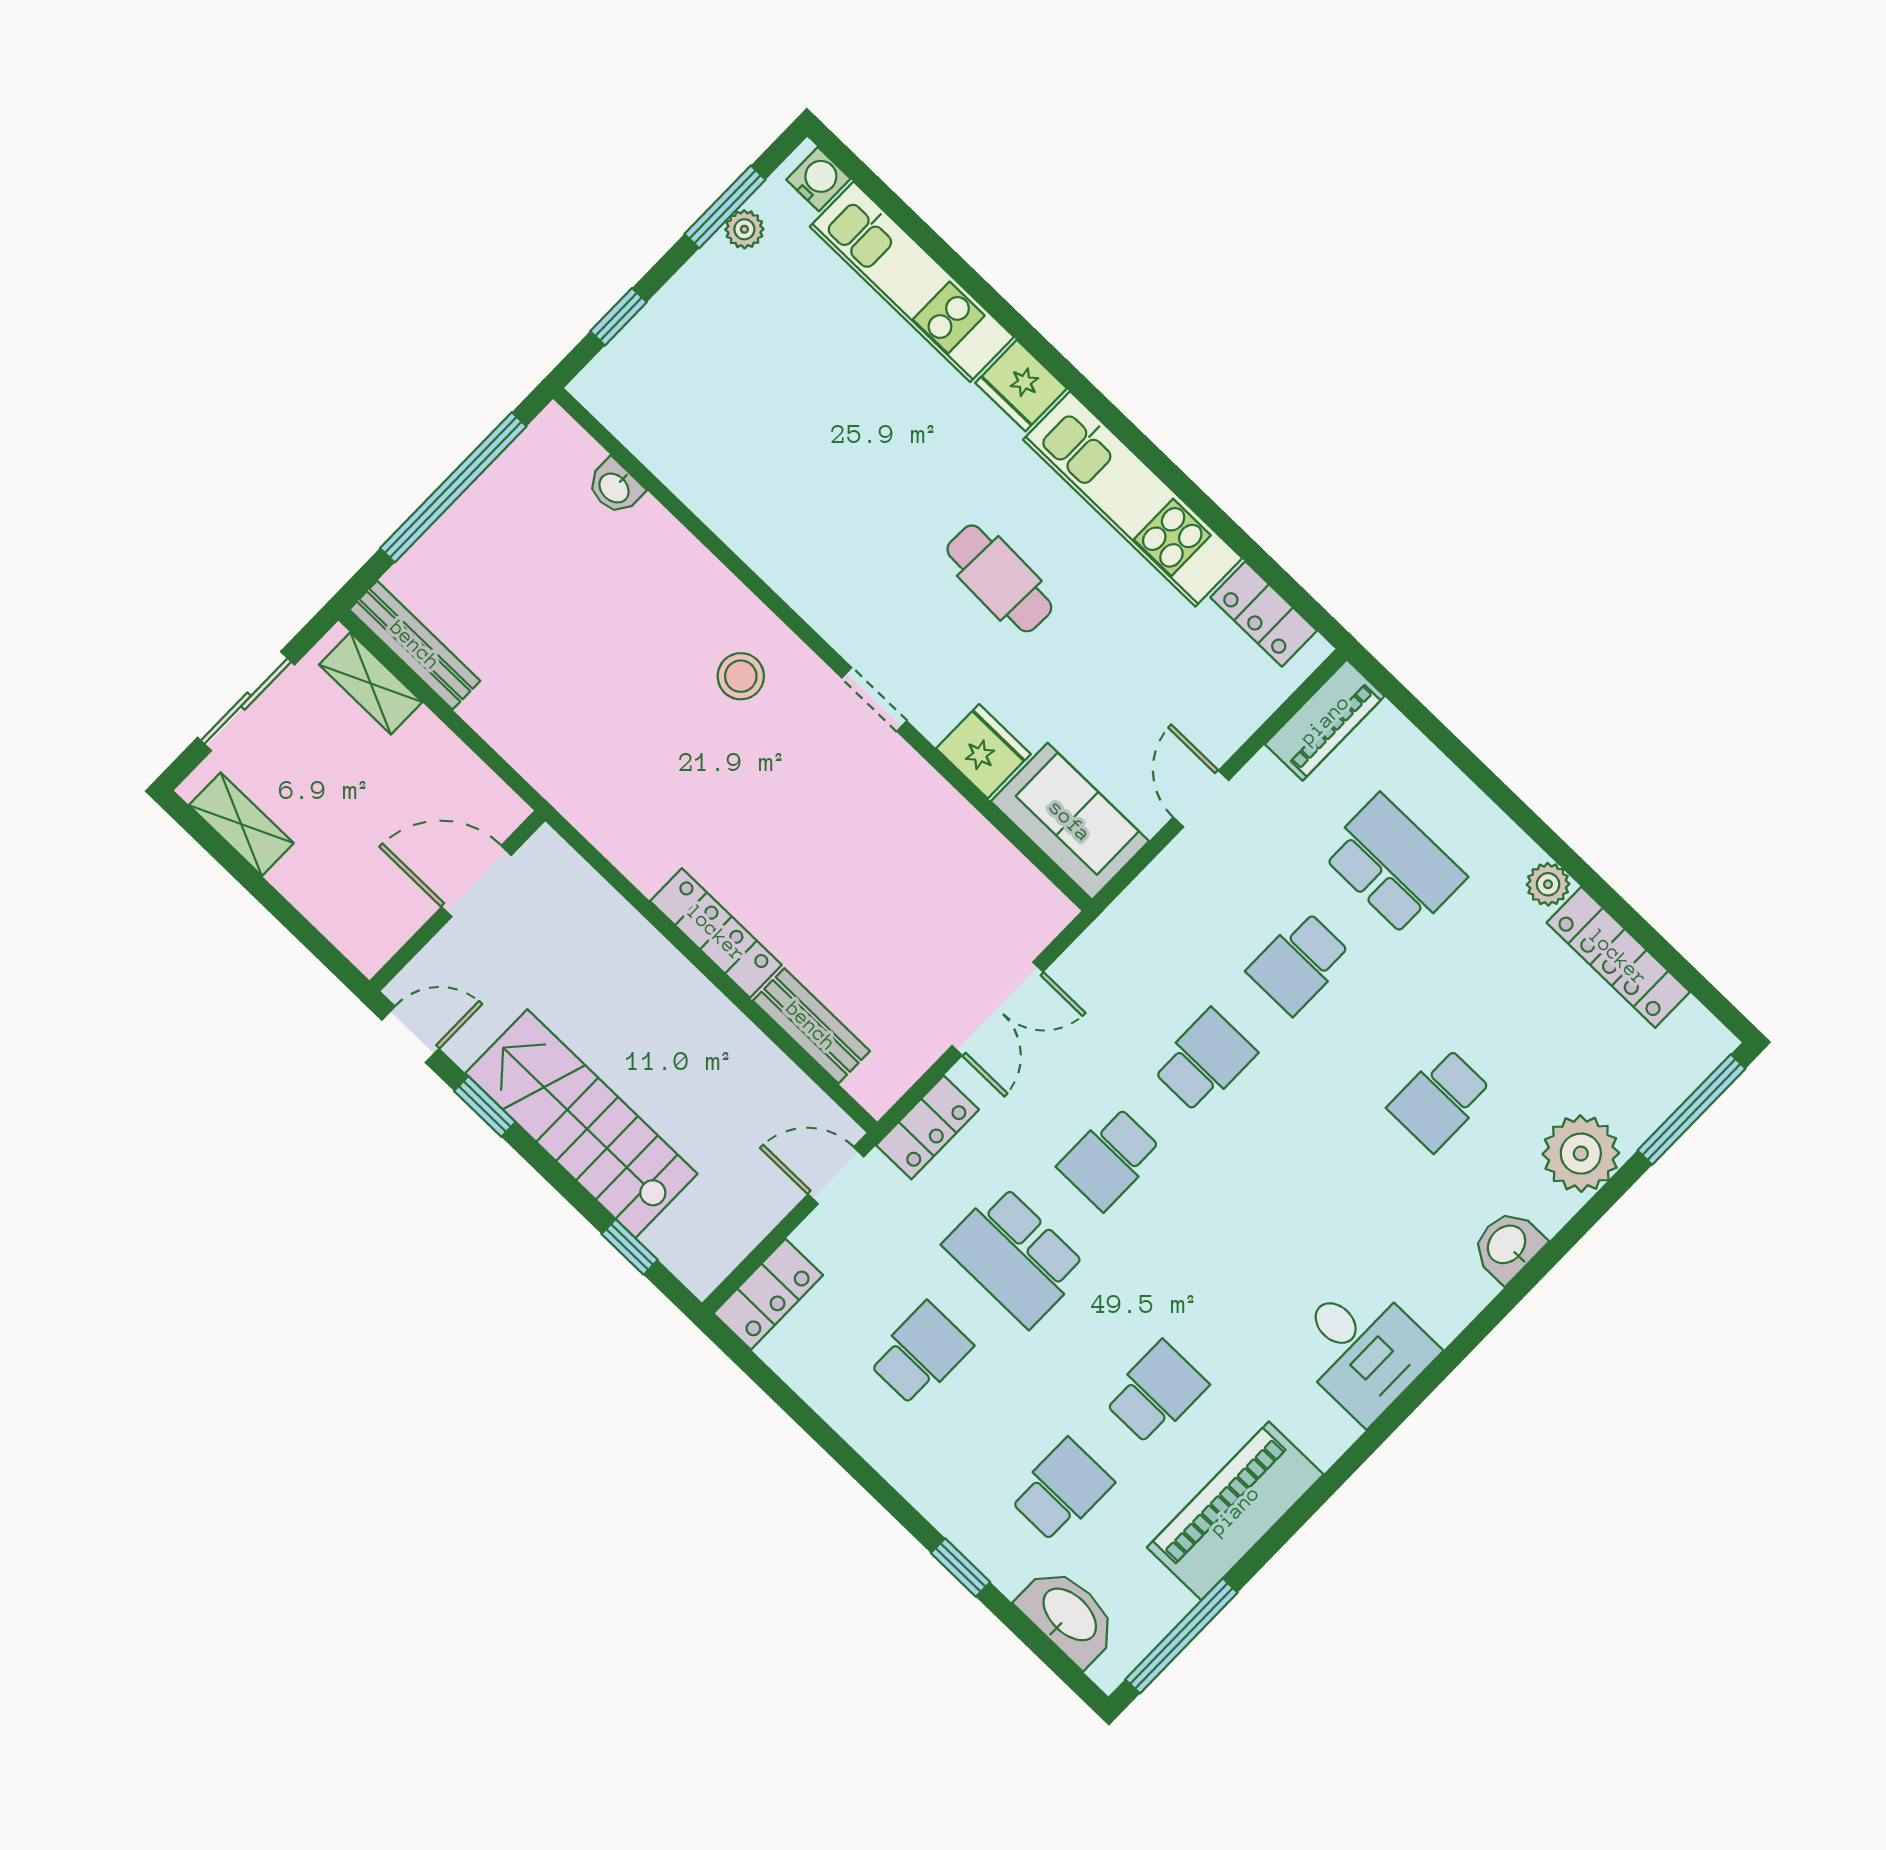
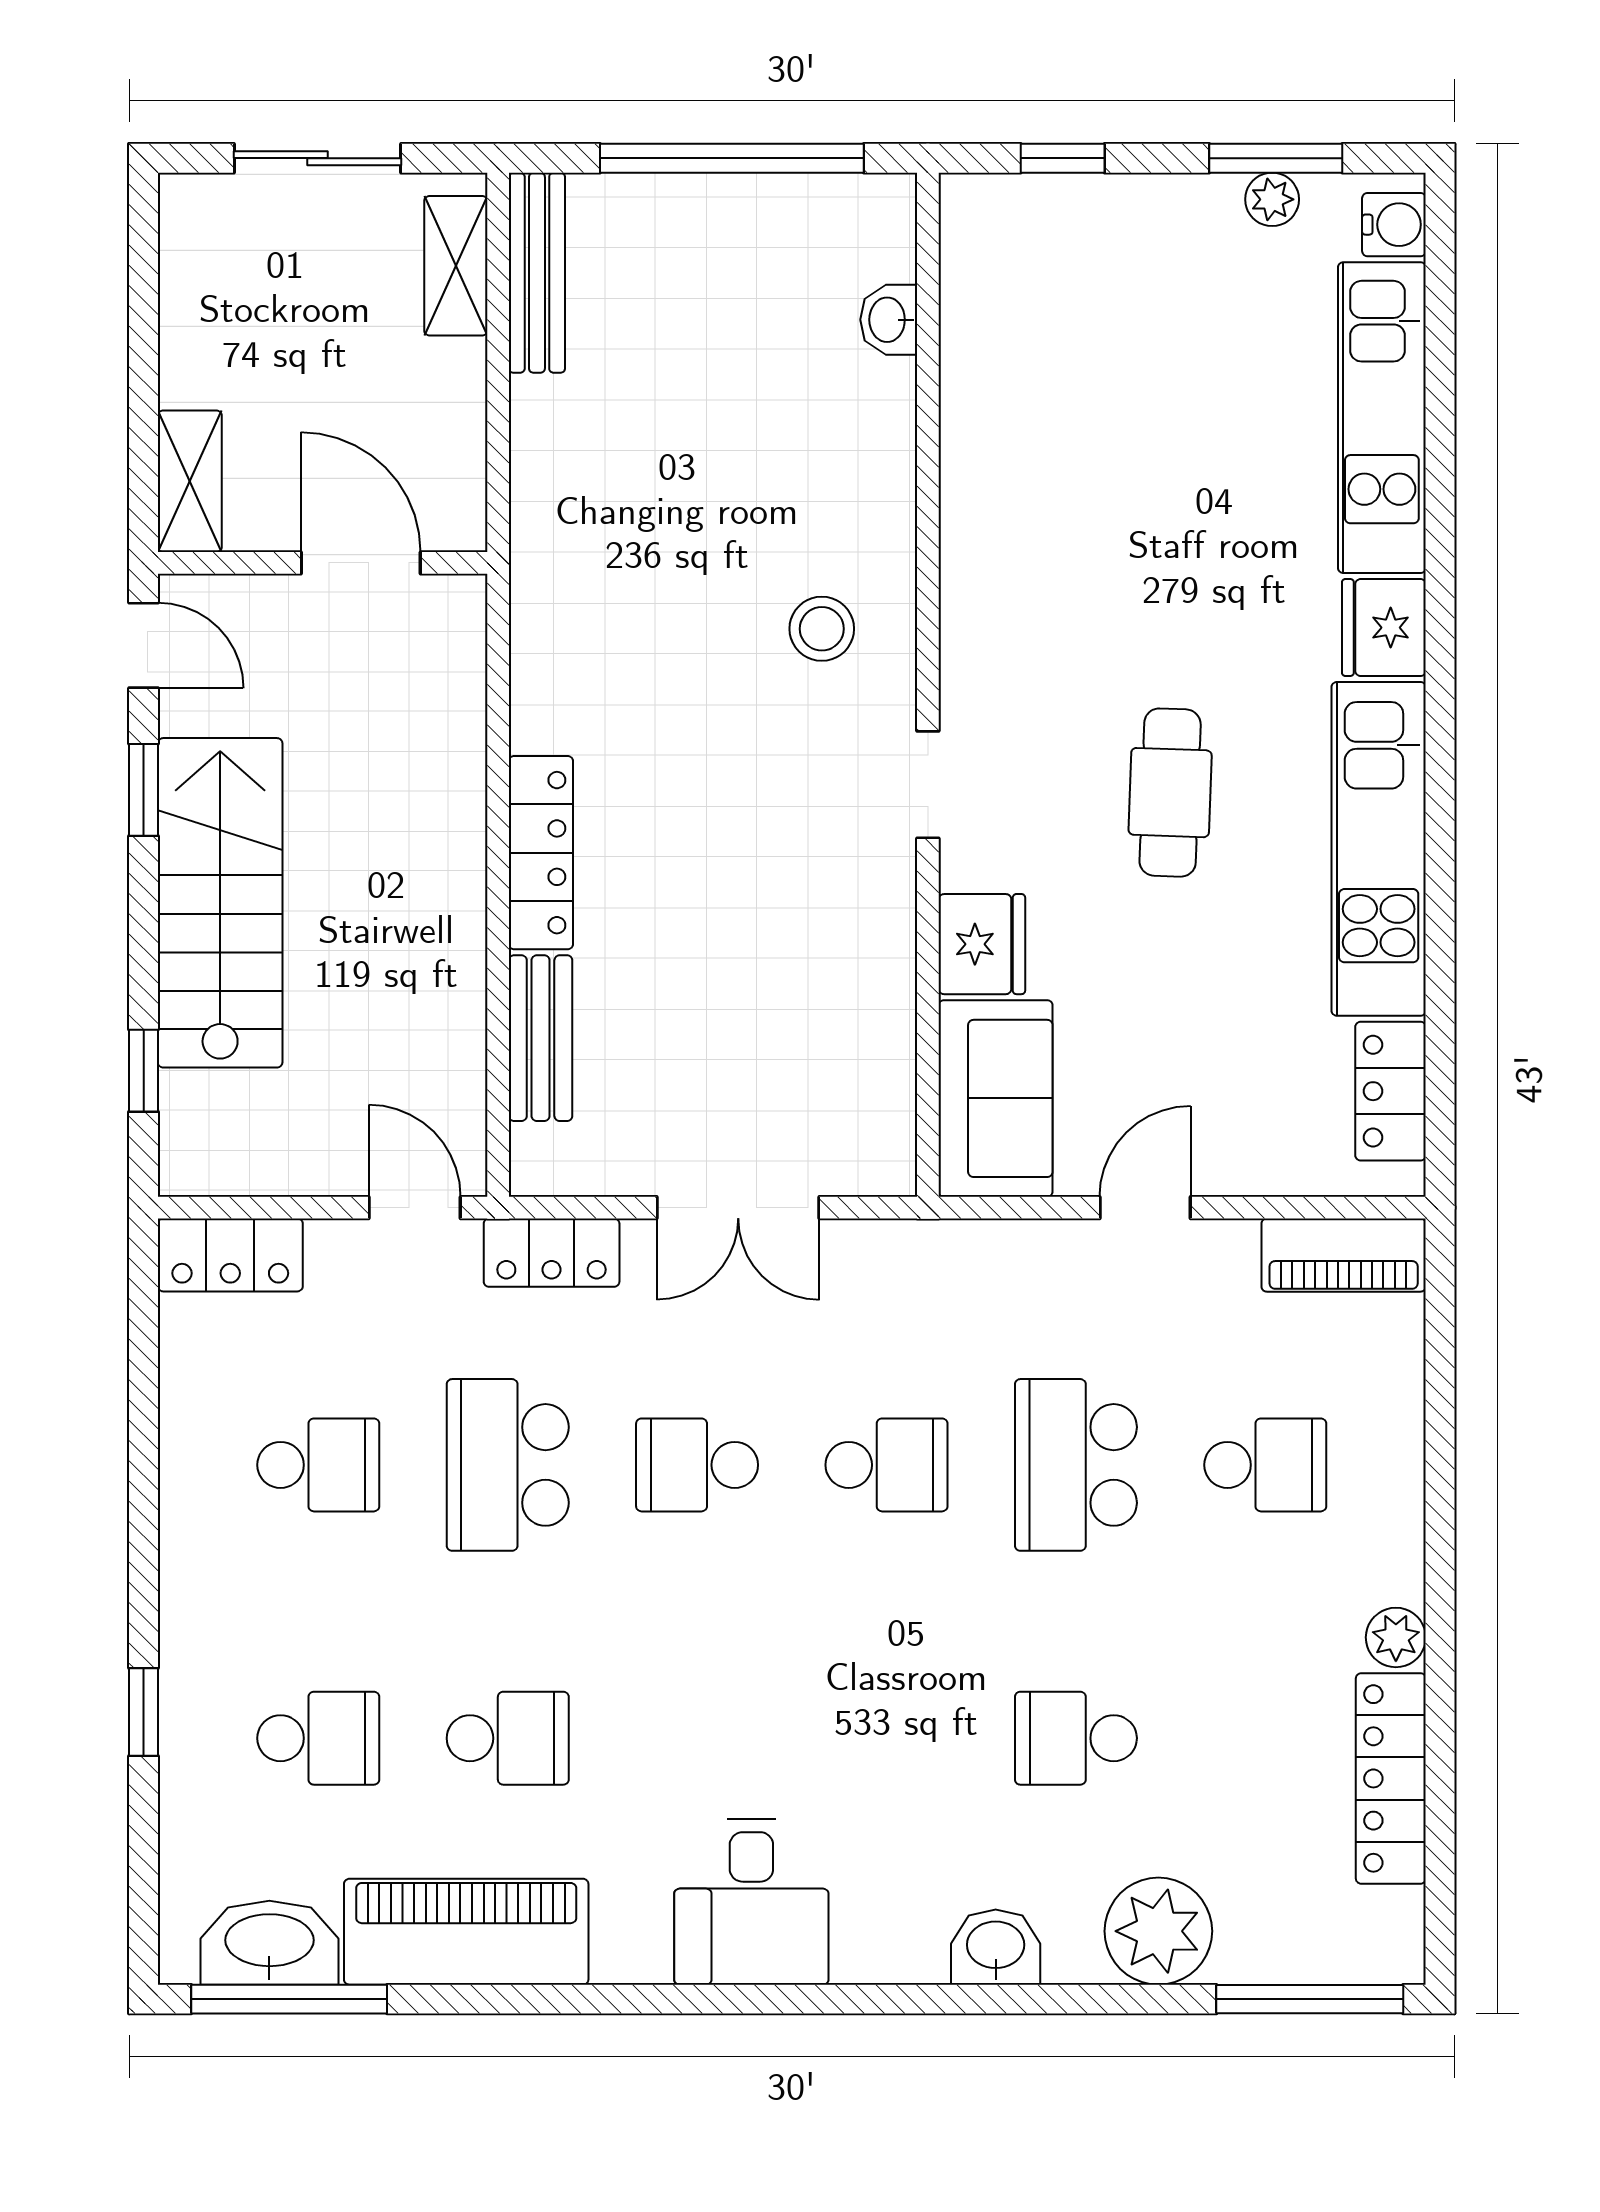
shelving: (241, 824) -> (190, 481), moved
school desk: (1394, 865) -> (1265, 1465), width x0.54
school desk: (1299, 963) -> (1076, 1465), width x1.85
washbasin: (1069, 1616) -> (269, 1943), moved, turned -90

